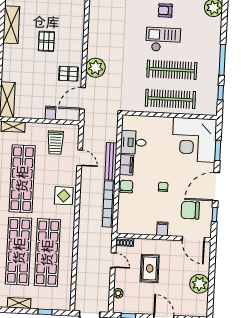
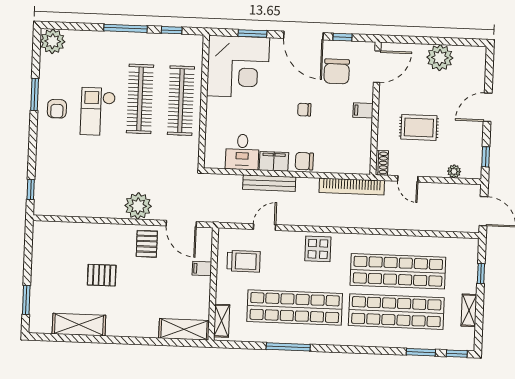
bookcase: (109, 204) -> (352, 186), moved
door: (113, 260) -> (408, 179), swing flipped

